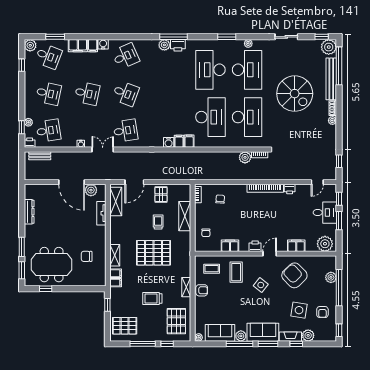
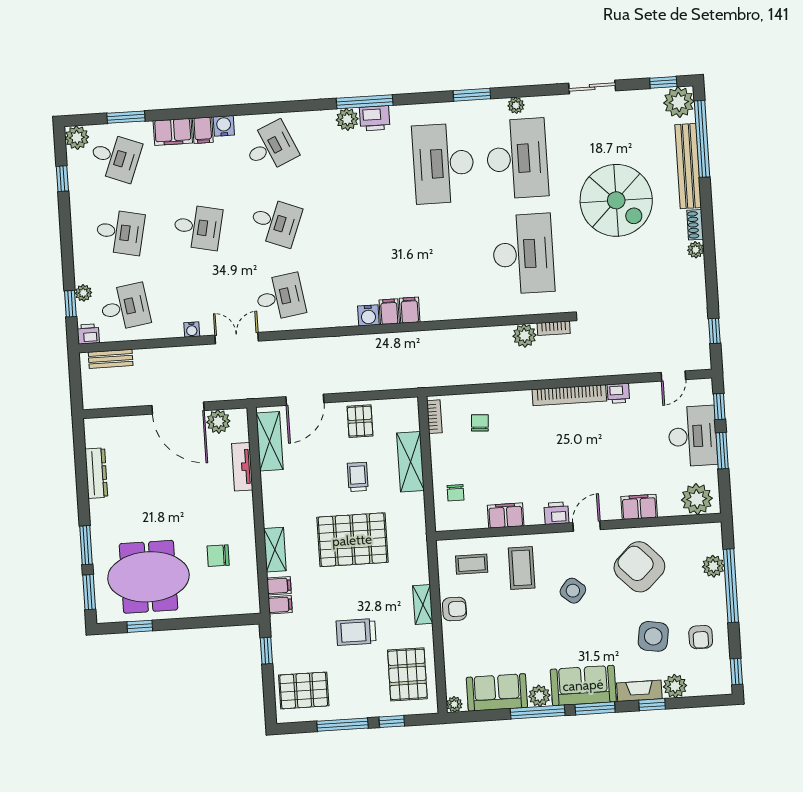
desk: (210, 117) -> (450, 259), removed
desk: (325, 213) -> (693, 436), width x1.37

